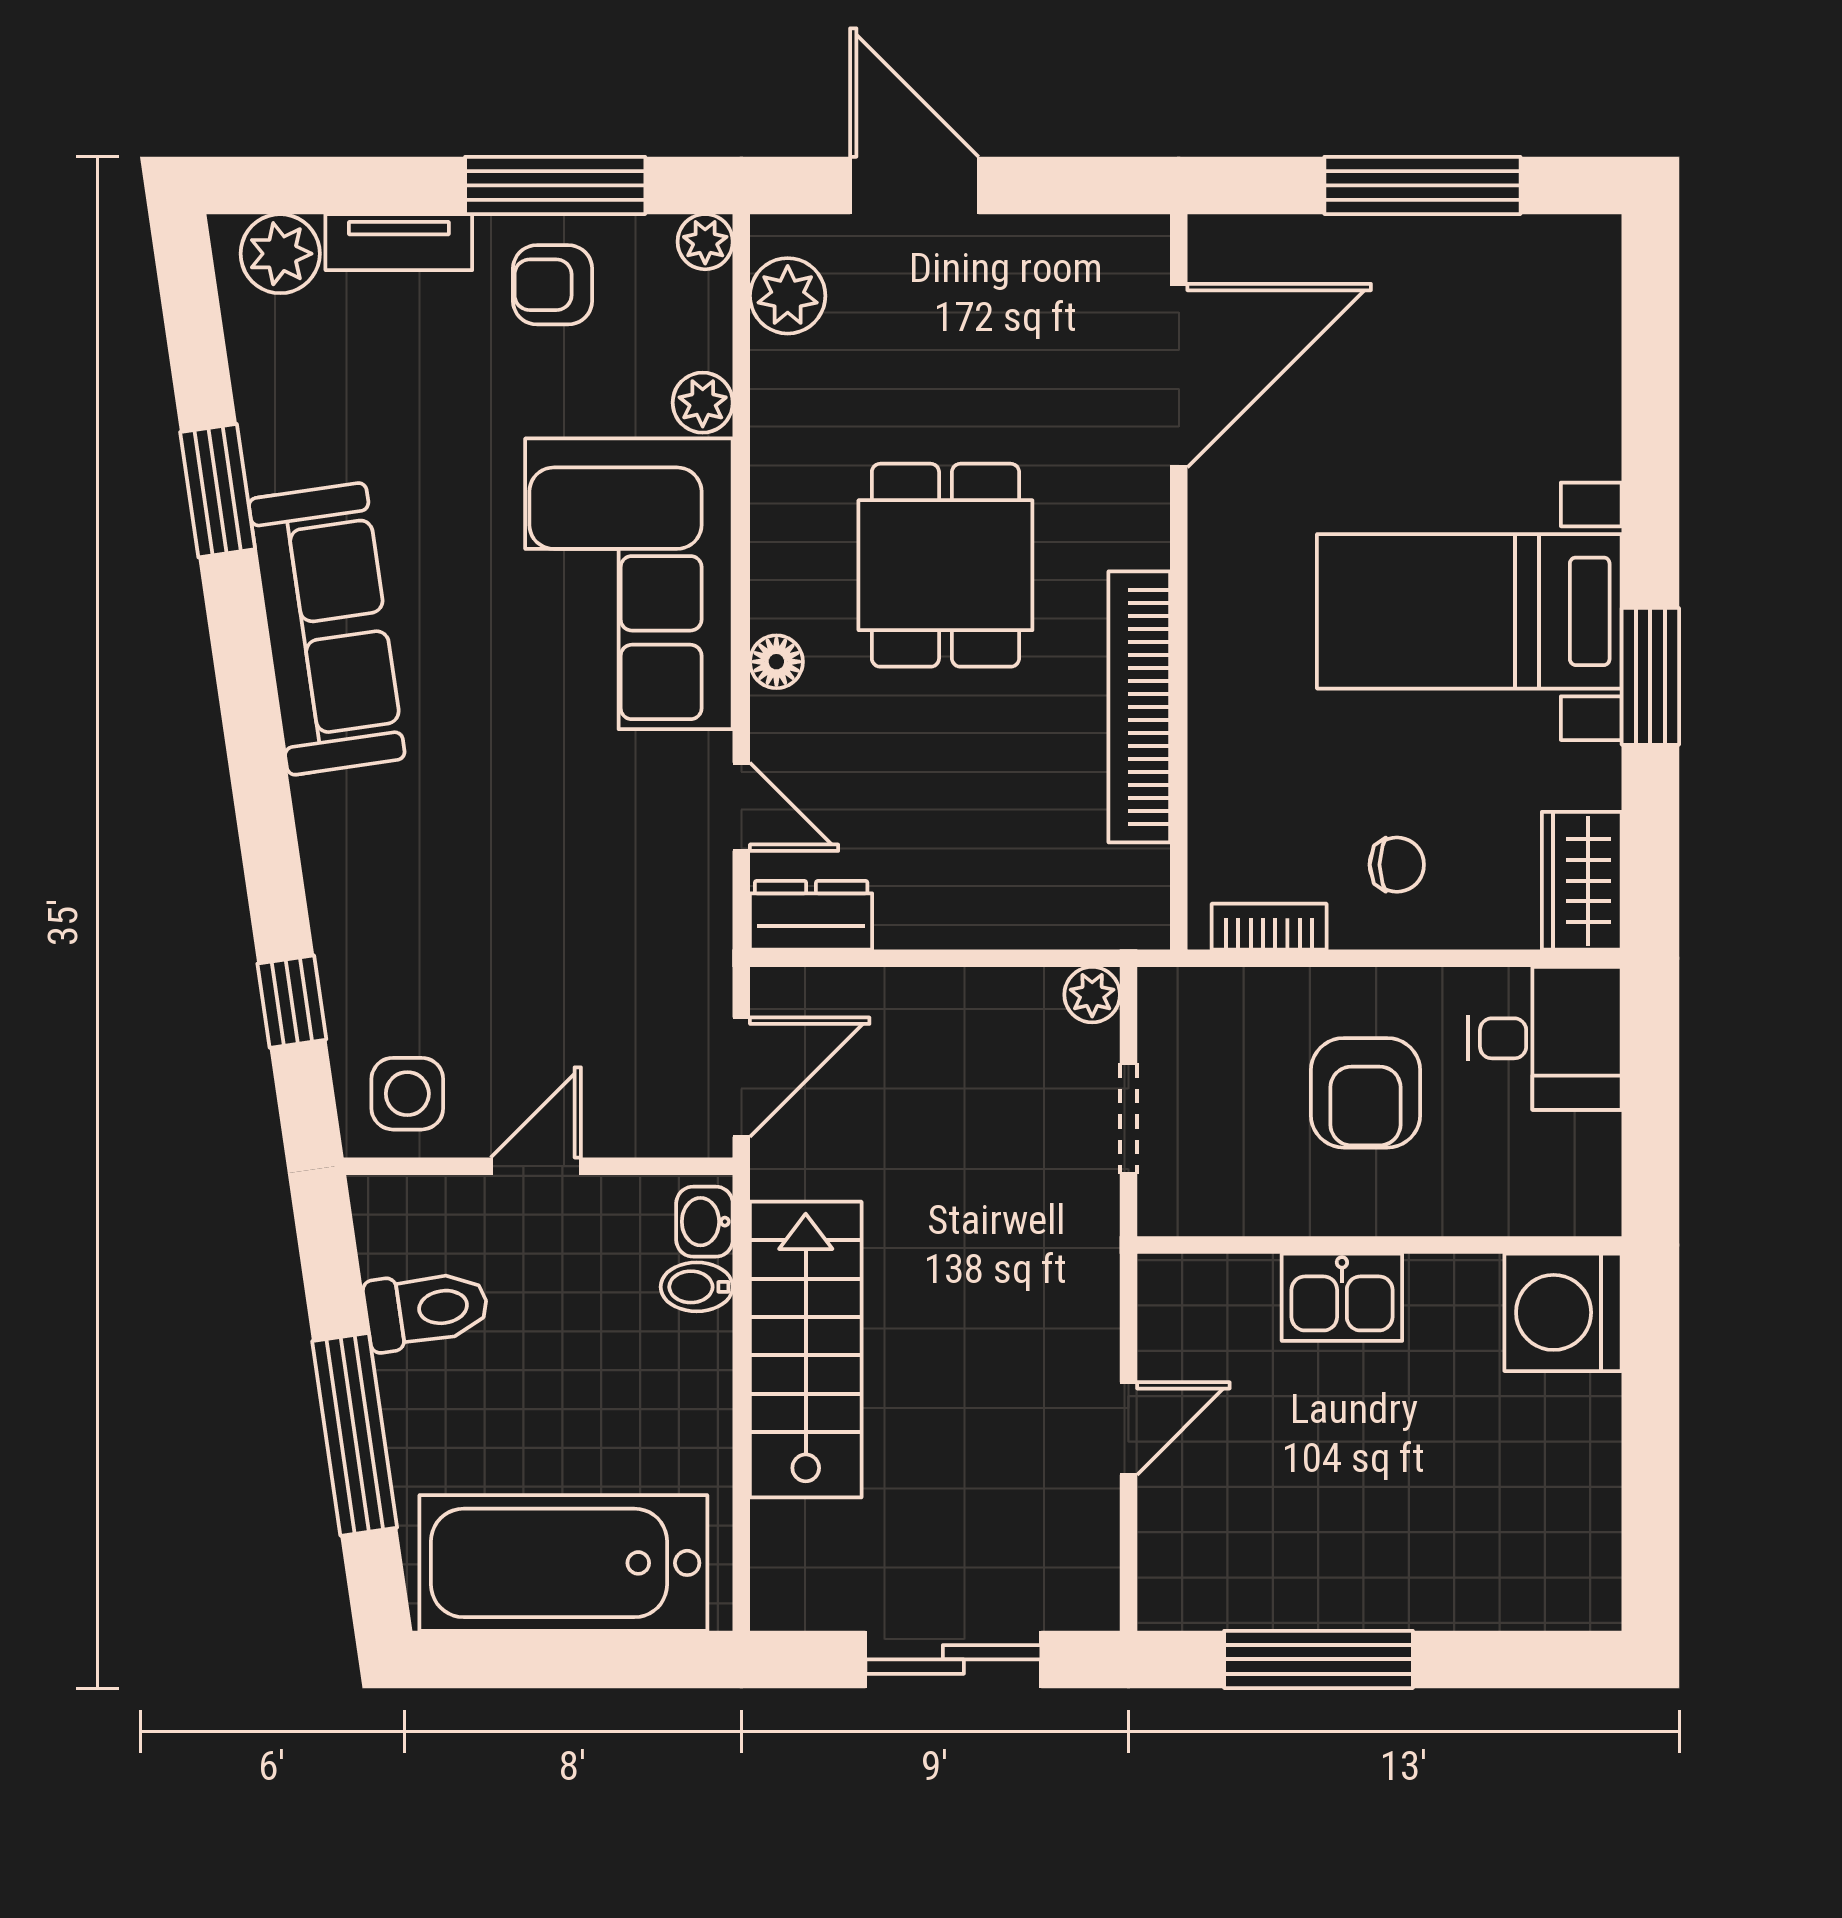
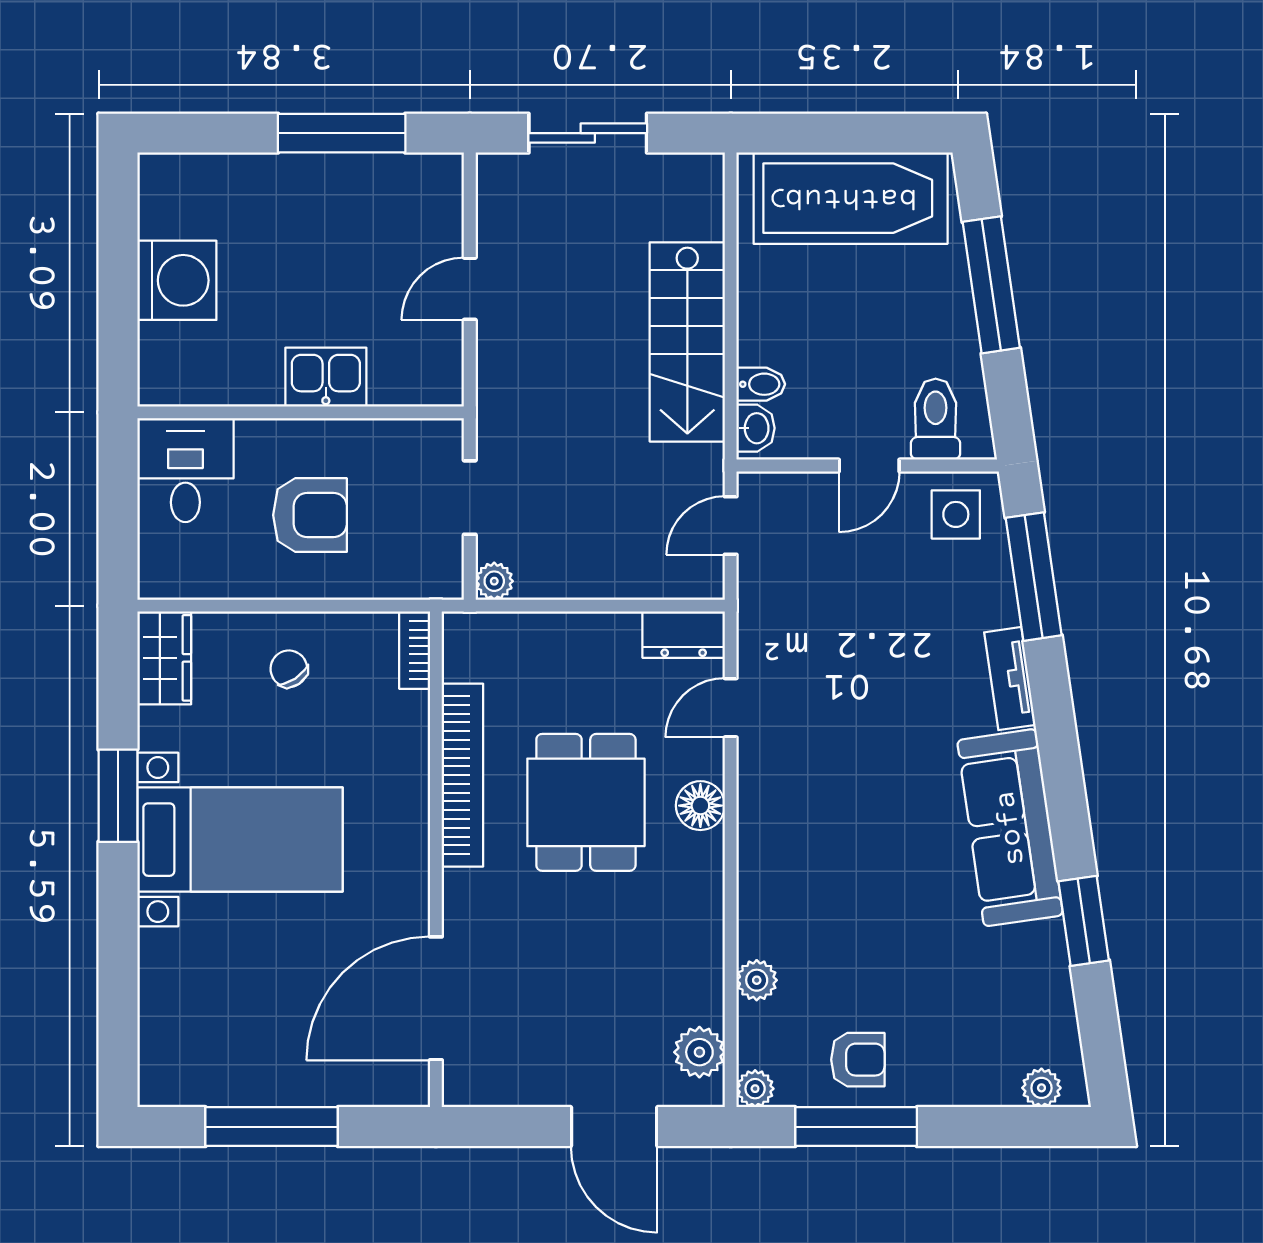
tv unit: (399, 242) -> (1010, 679), moved, turned -98
plant: (280, 254) -> (1041, 1088), width x0.73, depth x0.73
dining table: (945, 565) -> (586, 802), moved
corner sofa: (629, 584) -> (806, 858), removed
floor lamp: (776, 662) -> (700, 806), width x1.37, depth x1.37
door: (741, 807) -> (731, 708), hinge flipped
chair: (1397, 865) -> (289, 669), turned 56
bookcase: (1269, 927) -> (415, 650), moved, turned 90
window: (292, 1002) -> (1034, 577), width x2.17
desk: (1545, 1038) -> (185, 470), moved, turned 90
door: (741, 1077) -> (731, 526), width x0.73
armchair: (1365, 1093) -> (310, 515), turned 90
toilet: (426, 1309) -> (936, 419), moved, turned 98
washing machine: (1563, 1312) -> (177, 280), moved

